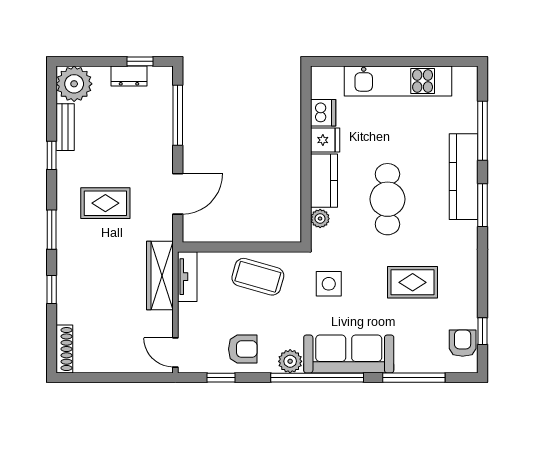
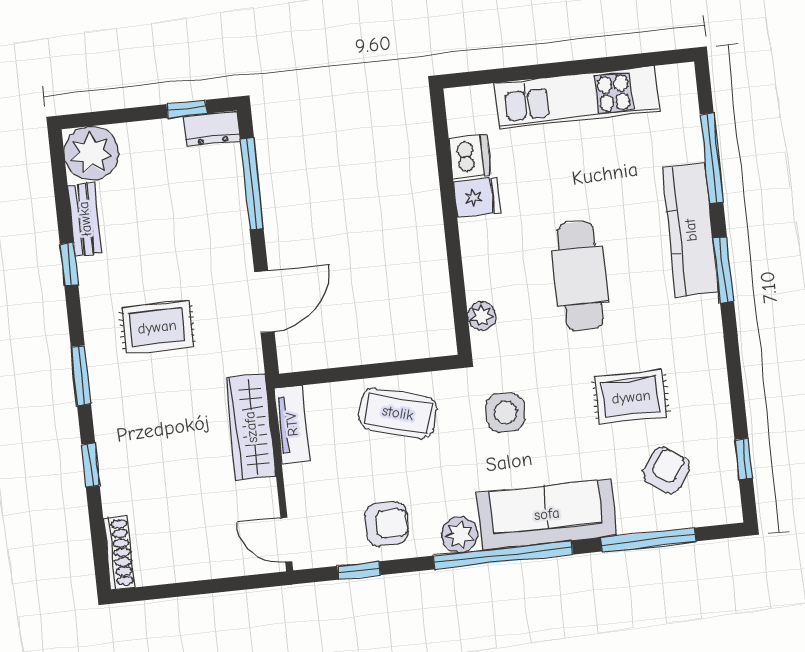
dresser: (129, 76) -> (212, 128), moved
kitchen counter: (324, 181) -> (482, 258), removed
armchair: (463, 343) -> (666, 470), moved, turned 34

